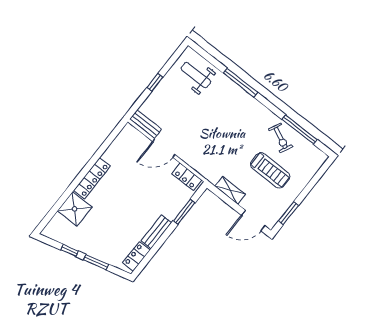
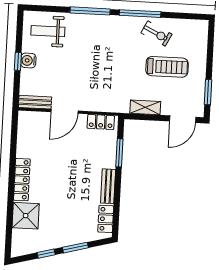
water cooler: (164, 87) -> (28, 60), added
window: (300, 129) -> (140, 14), moved

